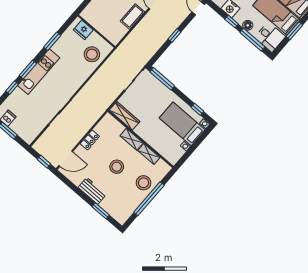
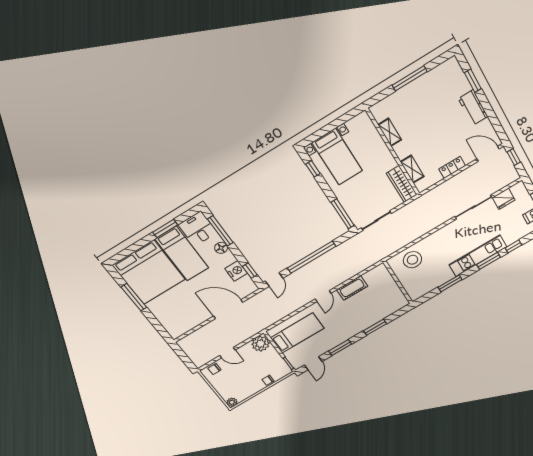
window: (232, 22) -> (250, 271), moved
fridge: (83, 30) -> (504, 199), moved, turned 90
window: (174, 36) -> (312, 257), width x3.17
shelving: (132, 139) -> (412, 169), moved
stool: (117, 167) -> (433, 128), removed
stool: (144, 183) -> (409, 100), removed
window: (149, 199) -> (410, 78), width x0.68

